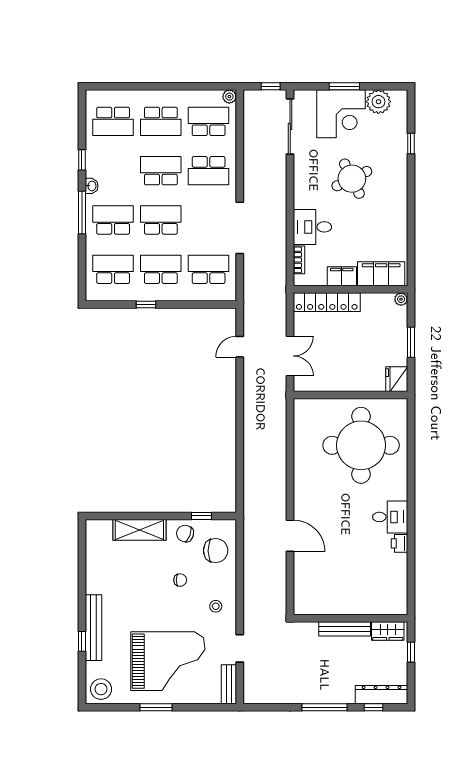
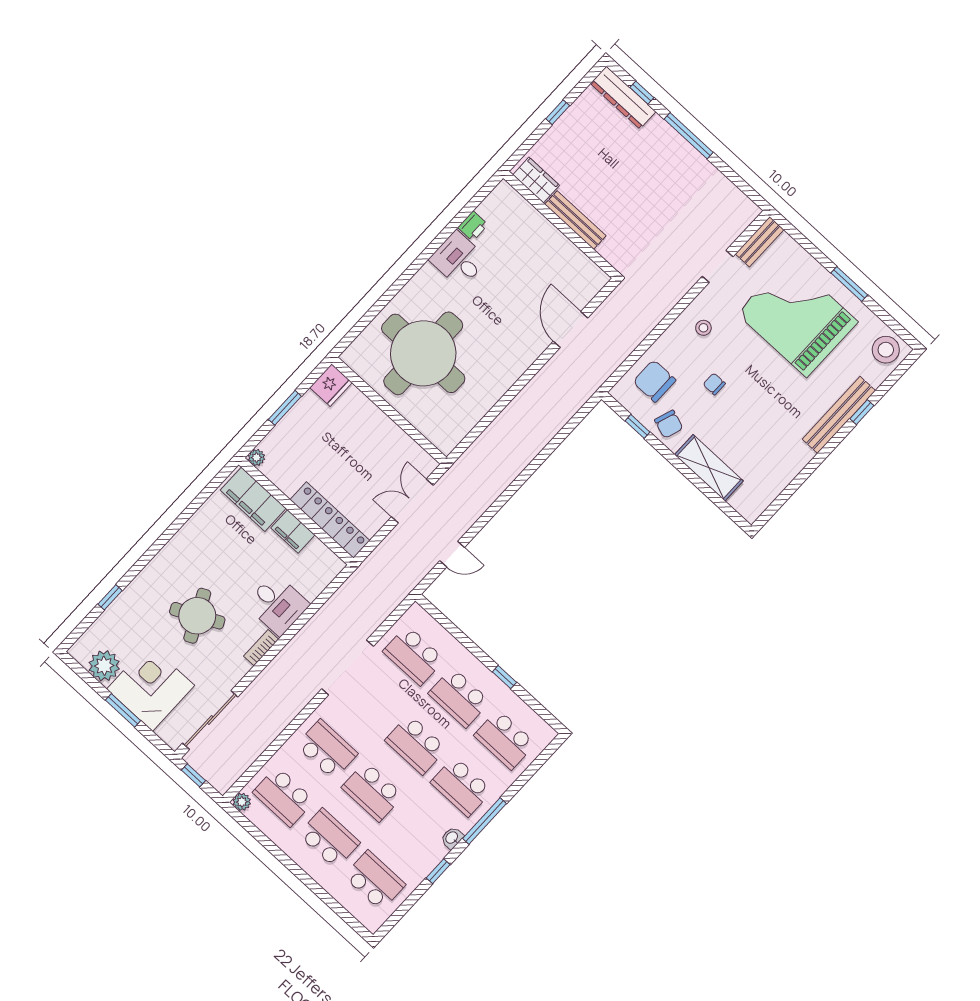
bookcase: (299, 260) -> (261, 648), moved
wall: (350, 618) -> (560, 225), moved
bench: (345, 629) -> (575, 220), moved
wardrobe: (388, 631) -> (536, 180), moved

